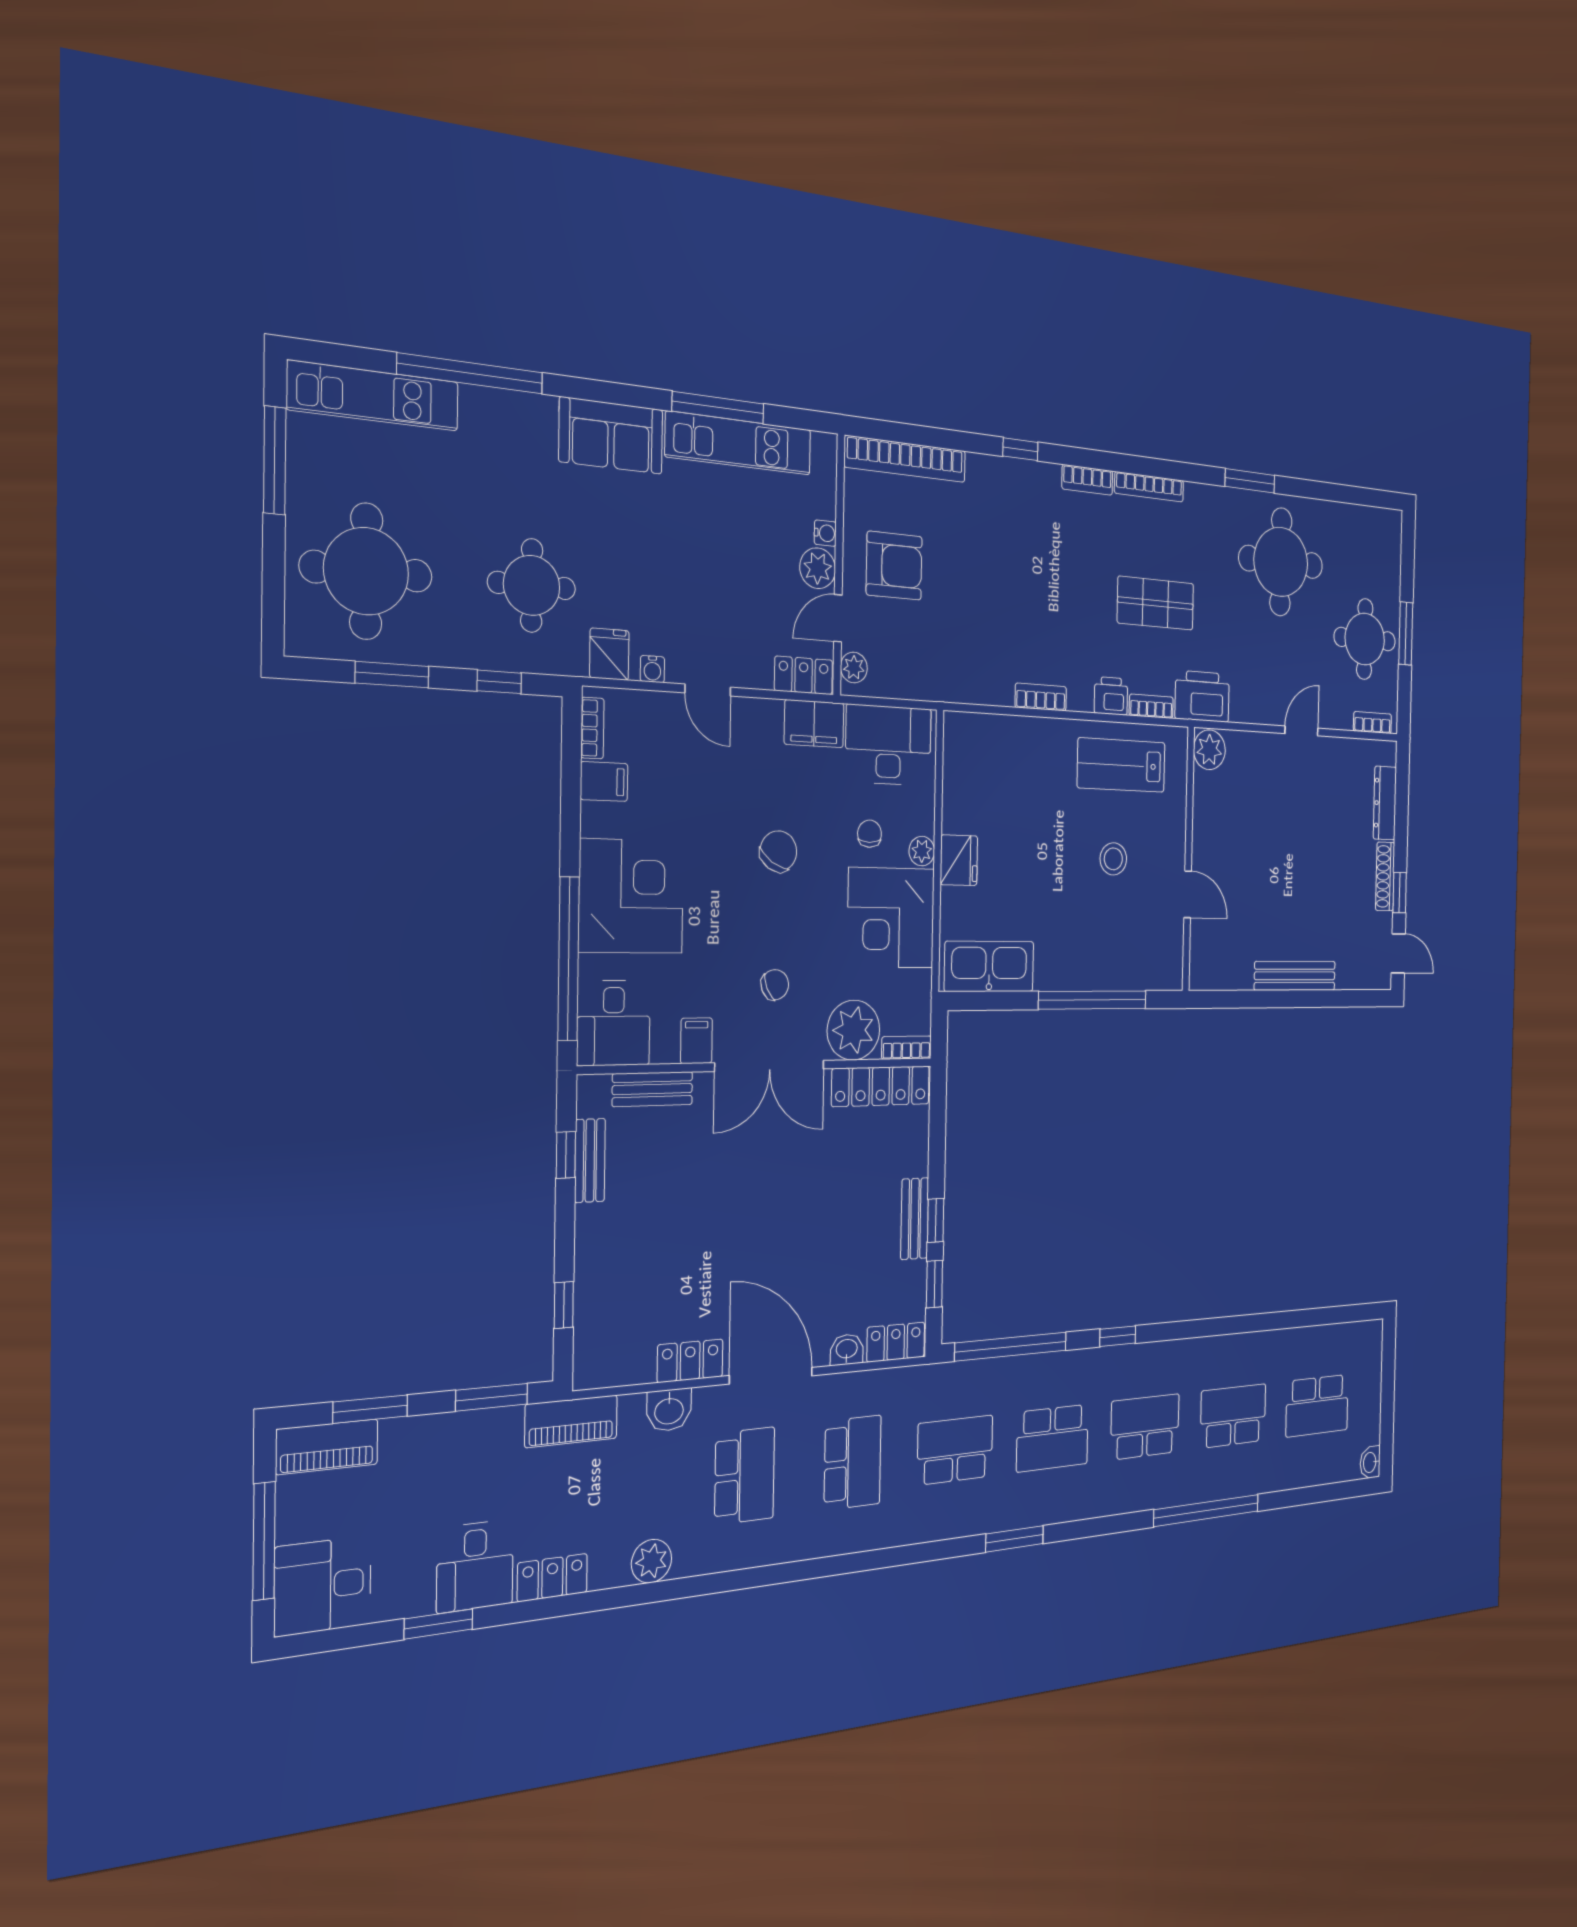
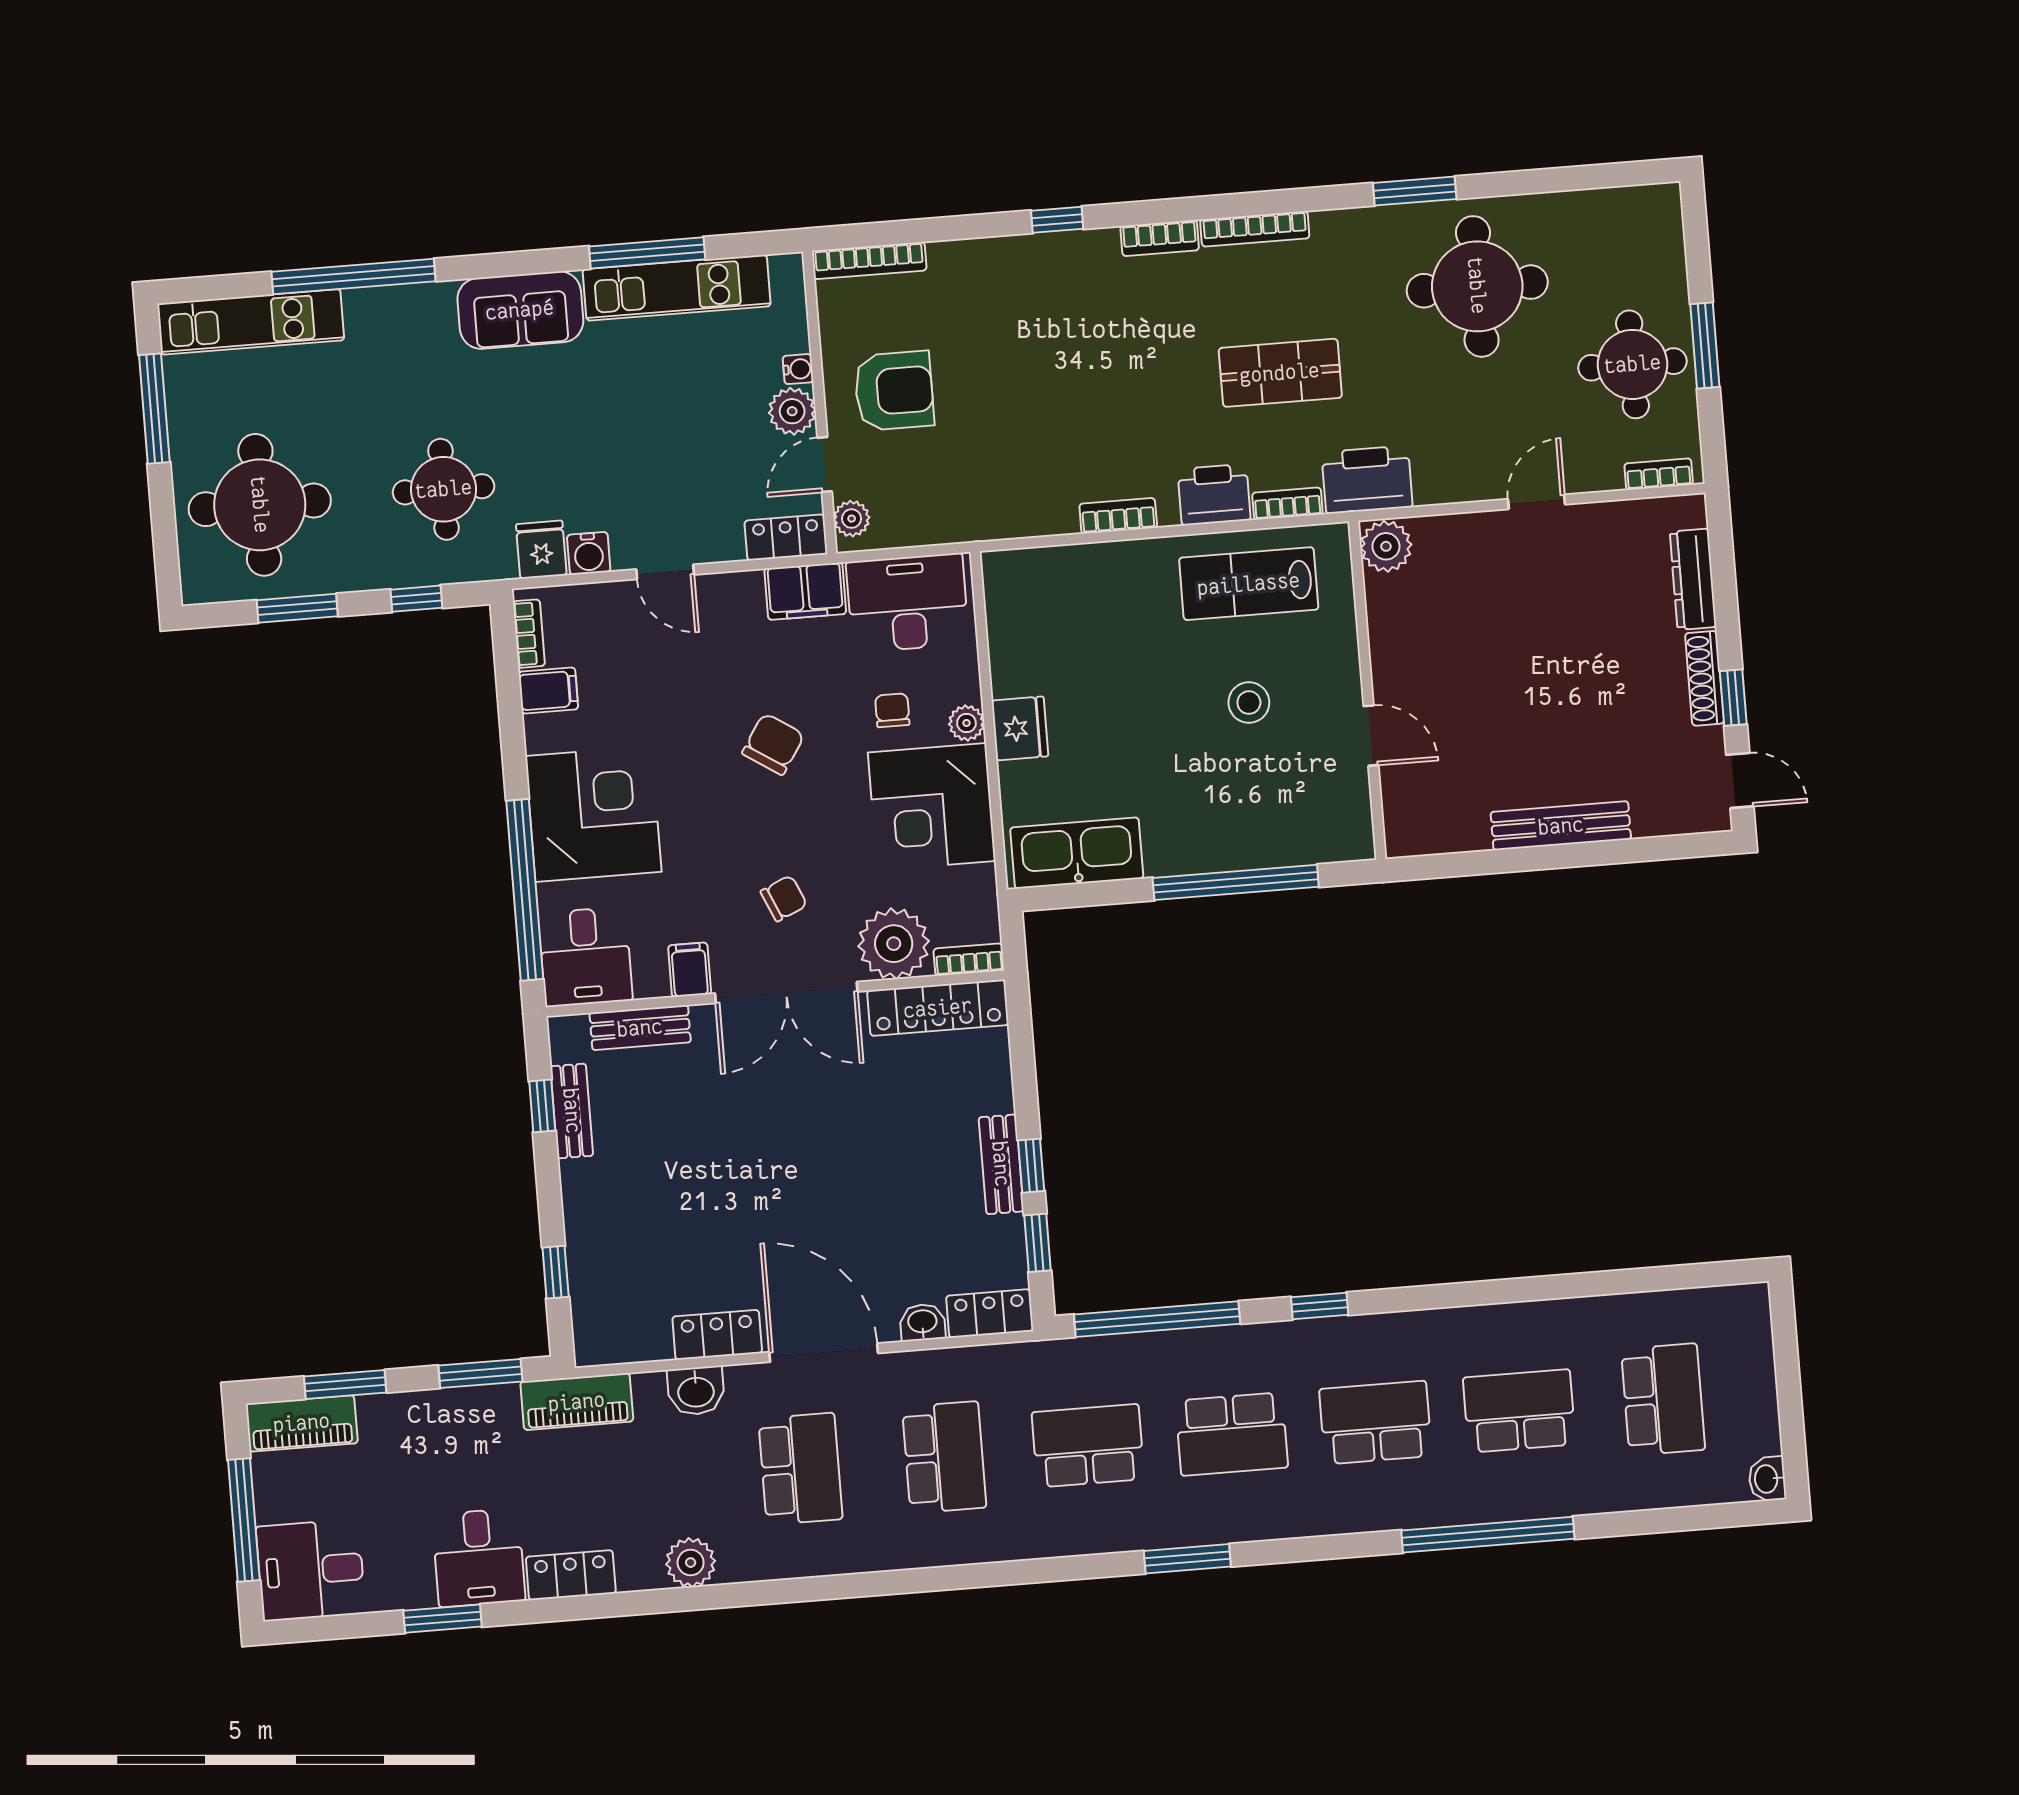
bookcase: (905, 459) -> (869, 261), width x0.68, depth x0.76
water cooler: (652, 669) -> (589, 553), width x1.38, depth x1.38
printer: (1111, 696) -> (1214, 495), width x1.36, depth x1.24
school desk: (1317, 1406) -> (1663, 1399), turned -90

